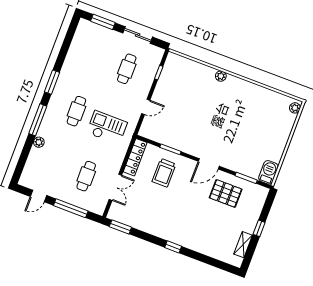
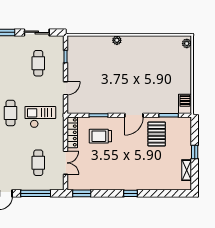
trolley: (164, 173) -> (100, 136), turned 90
pallet: (226, 193) -> (157, 134), turned 90

